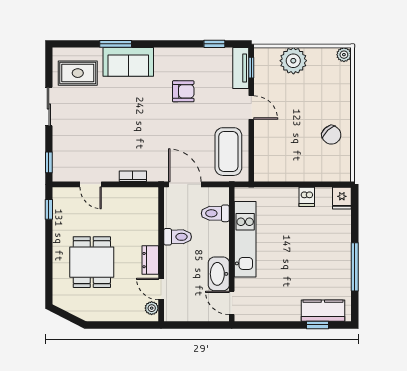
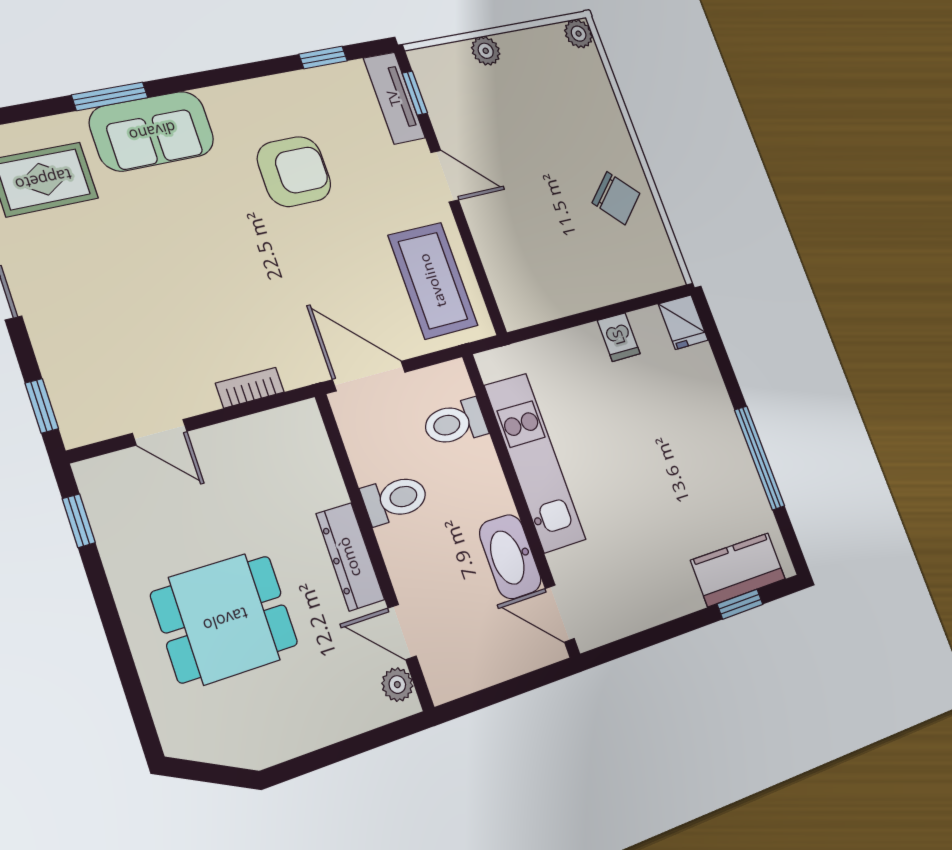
plant: (293, 61) -> (486, 51), width x0.53, depth x0.53
armchair: (183, 91) -> (294, 172), width x1.38, depth x1.38
dresser: (150, 260) -> (350, 557), width x1.44
dining table: (92, 262) -> (225, 619), turned 90

